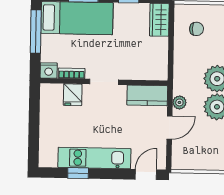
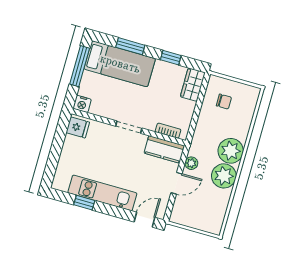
bookcase: (72, 73) -> (168, 131), moved
fridge: (73, 95) -> (78, 127), moved, turned -90

